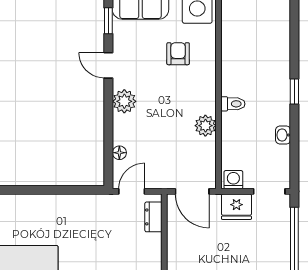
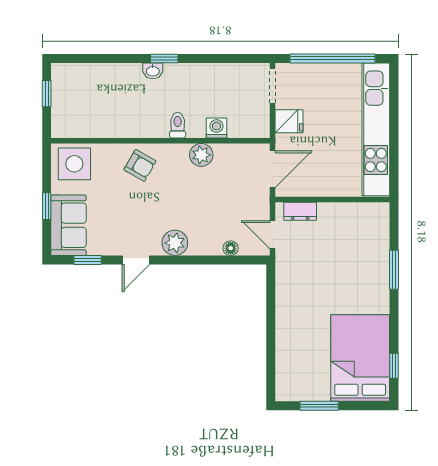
armchair: (178, 54) -> (140, 165), moved, turned -150
washbasin: (283, 135) -> (153, 71), moved
washing machine: (233, 180) -> (217, 128), moved, turned 90
fridge: (236, 207) -> (289, 121), width x0.72

